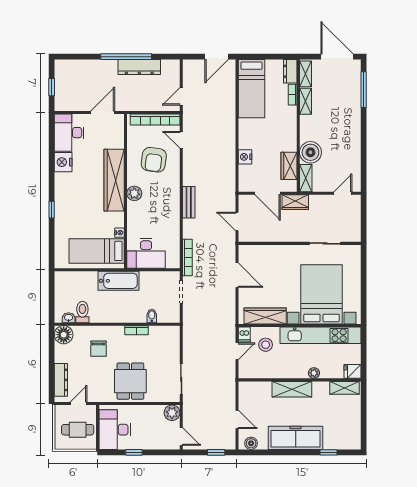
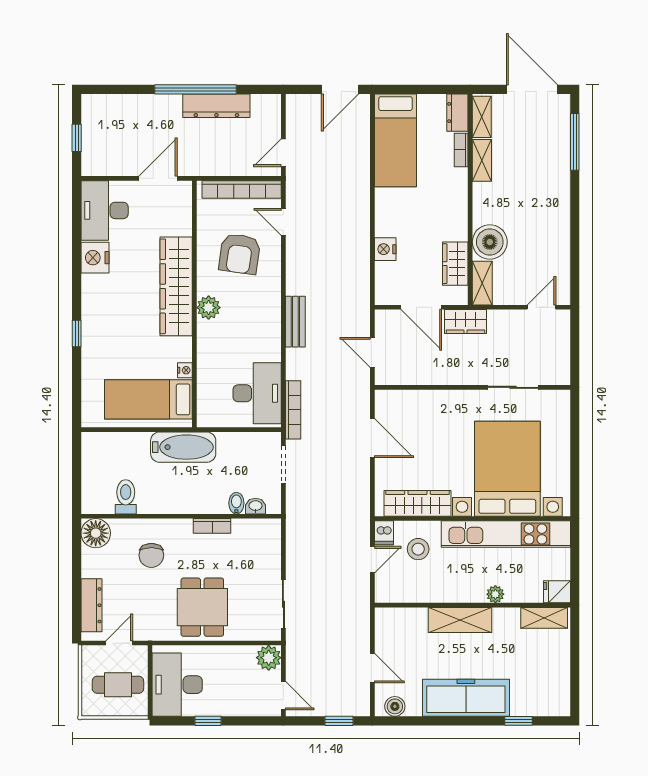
desk: (146, 253) -> (257, 393), moved, turned -90
washbasin: (69, 318) -> (256, 506), moved

